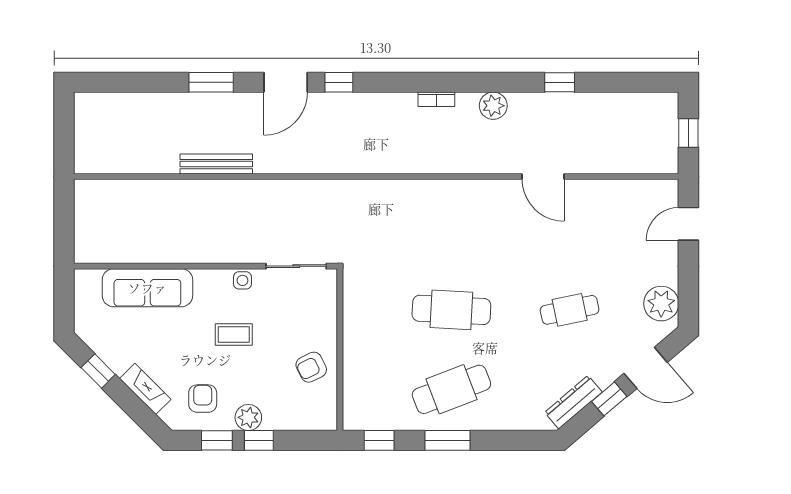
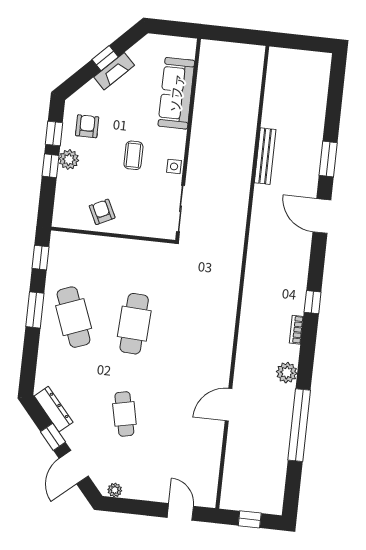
window: (339, 82) -> (313, 302), moved
window: (560, 82) -> (299, 425), width x3.17
plant: (661, 304) -> (115, 490), width x0.53, depth x0.53
window: (98, 371) -> (105, 58), moved
fireplace: (145, 389) -> (114, 71), moved
armchair: (203, 399) -> (87, 126), turned -90

